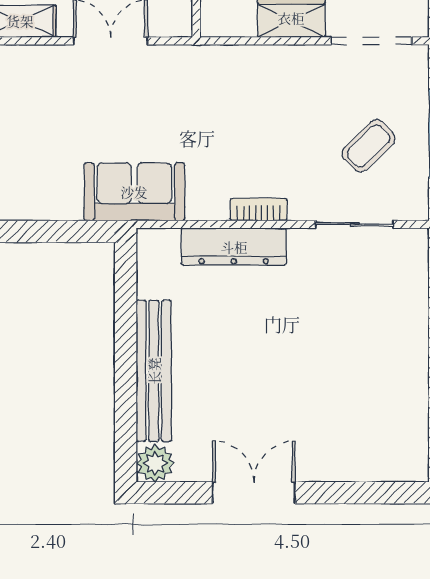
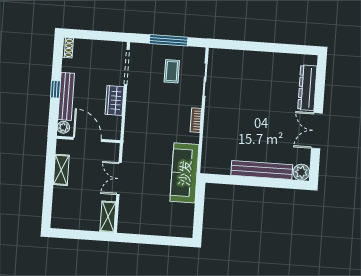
coffee table: (369, 146) -> (172, 71), turned 44
sofa: (134, 192) -> (184, 173), width x1.36
dresser: (234, 247) -> (307, 88), moved, turned 180

